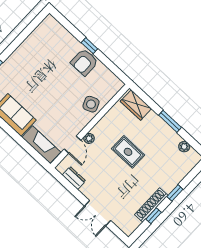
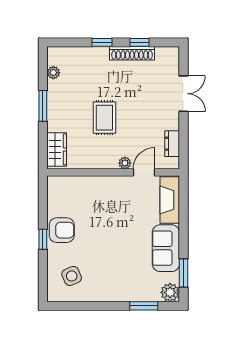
side table: (91, 104) -> (72, 276), moved

